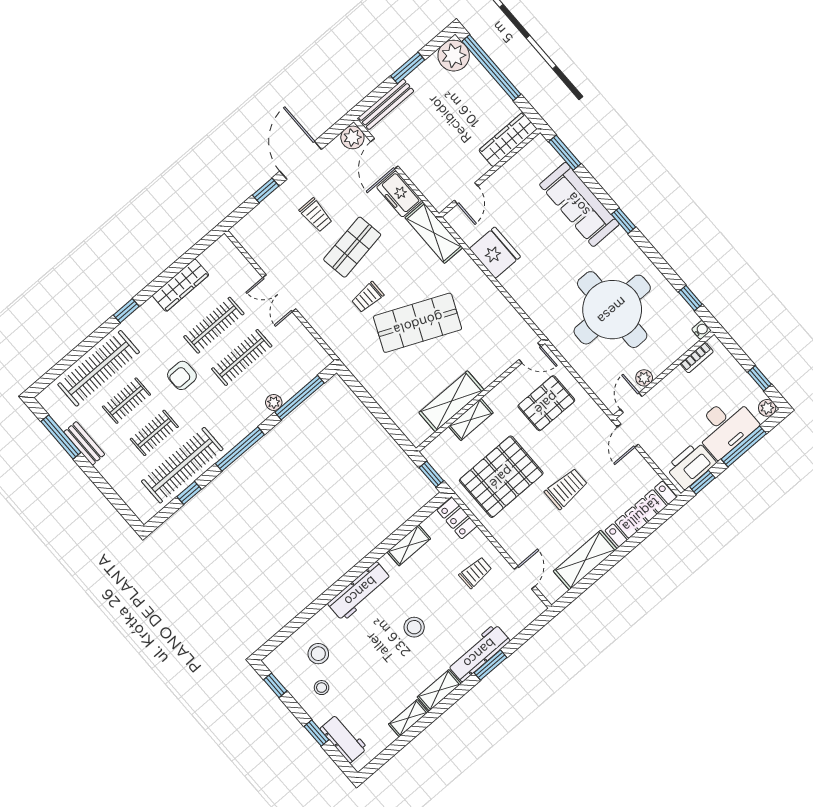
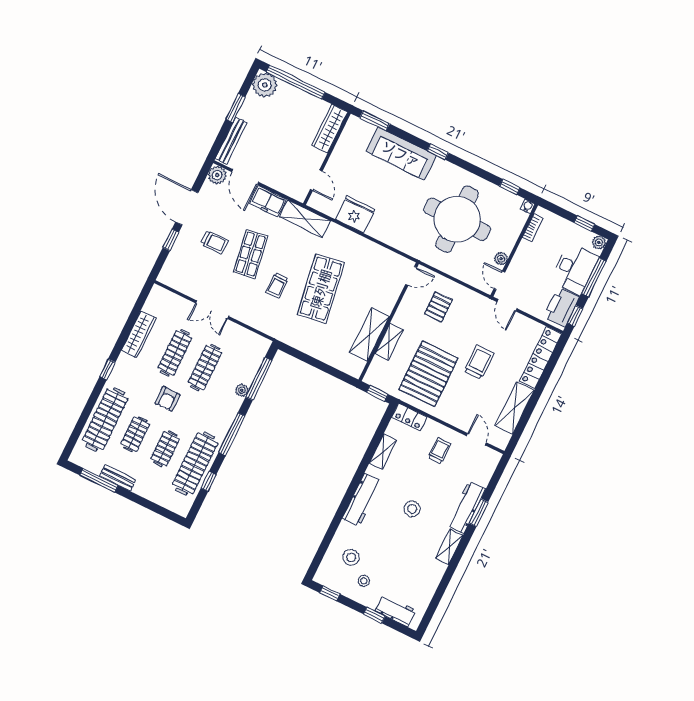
shop shelf: (418, 323) -> (321, 289), turned -33
pallet: (546, 403) -> (438, 307), width x0.67, depth x0.71
shelving: (408, 718) -> (436, 576), removed

